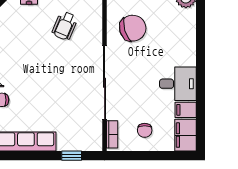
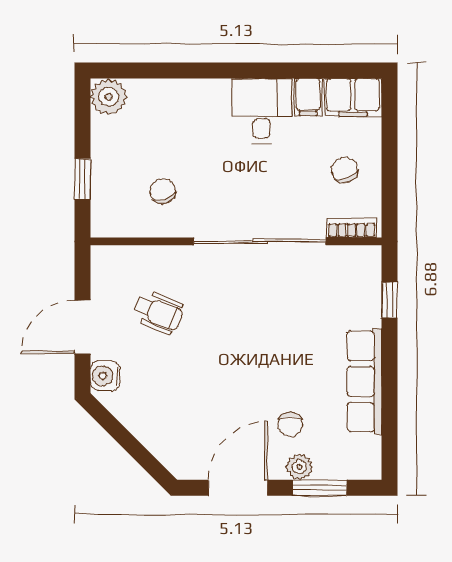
chair: (133, 28) -> (163, 191), width x0.54, depth x0.54
chair: (145, 130) -> (345, 170), turned -111

